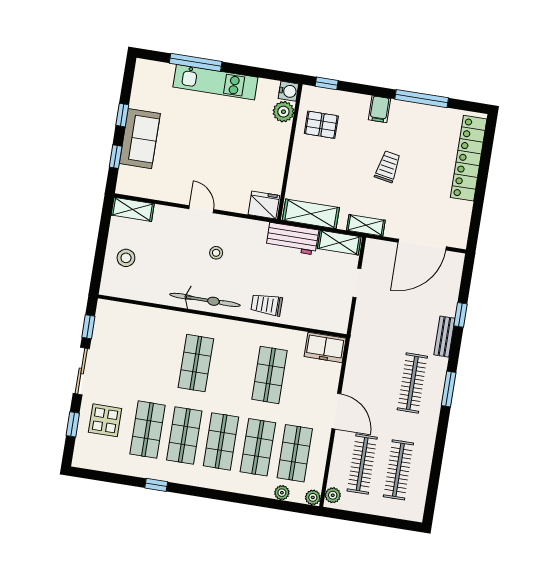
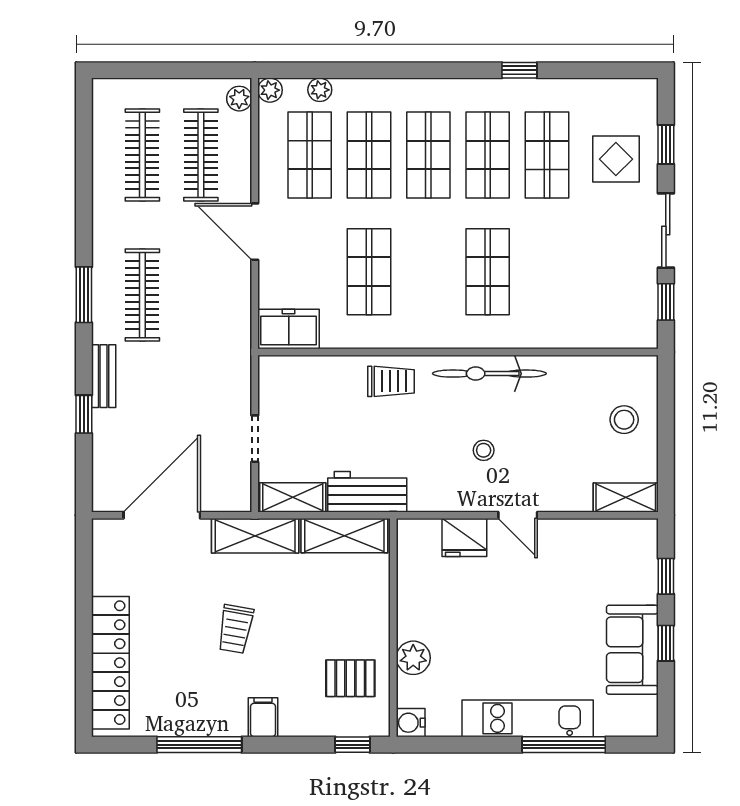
plant: (283, 112) -> (413, 658), moved
sofa: (140, 139) -> (632, 650), moved
fridge: (264, 205) -> (464, 537), moved
shelving: (366, 225) -> (255, 536), width x1.50, depth x1.33

